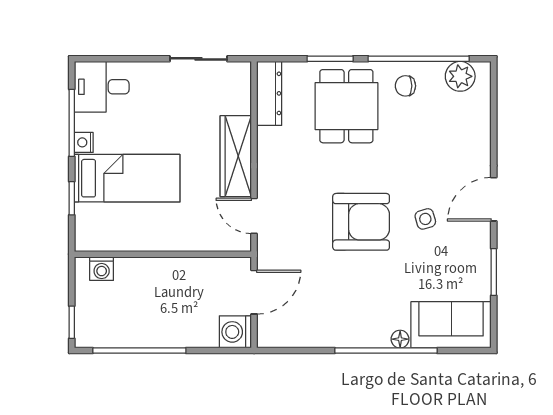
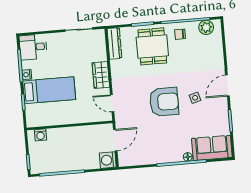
wardrobe: (236, 156) -> (101, 75), width x0.67

